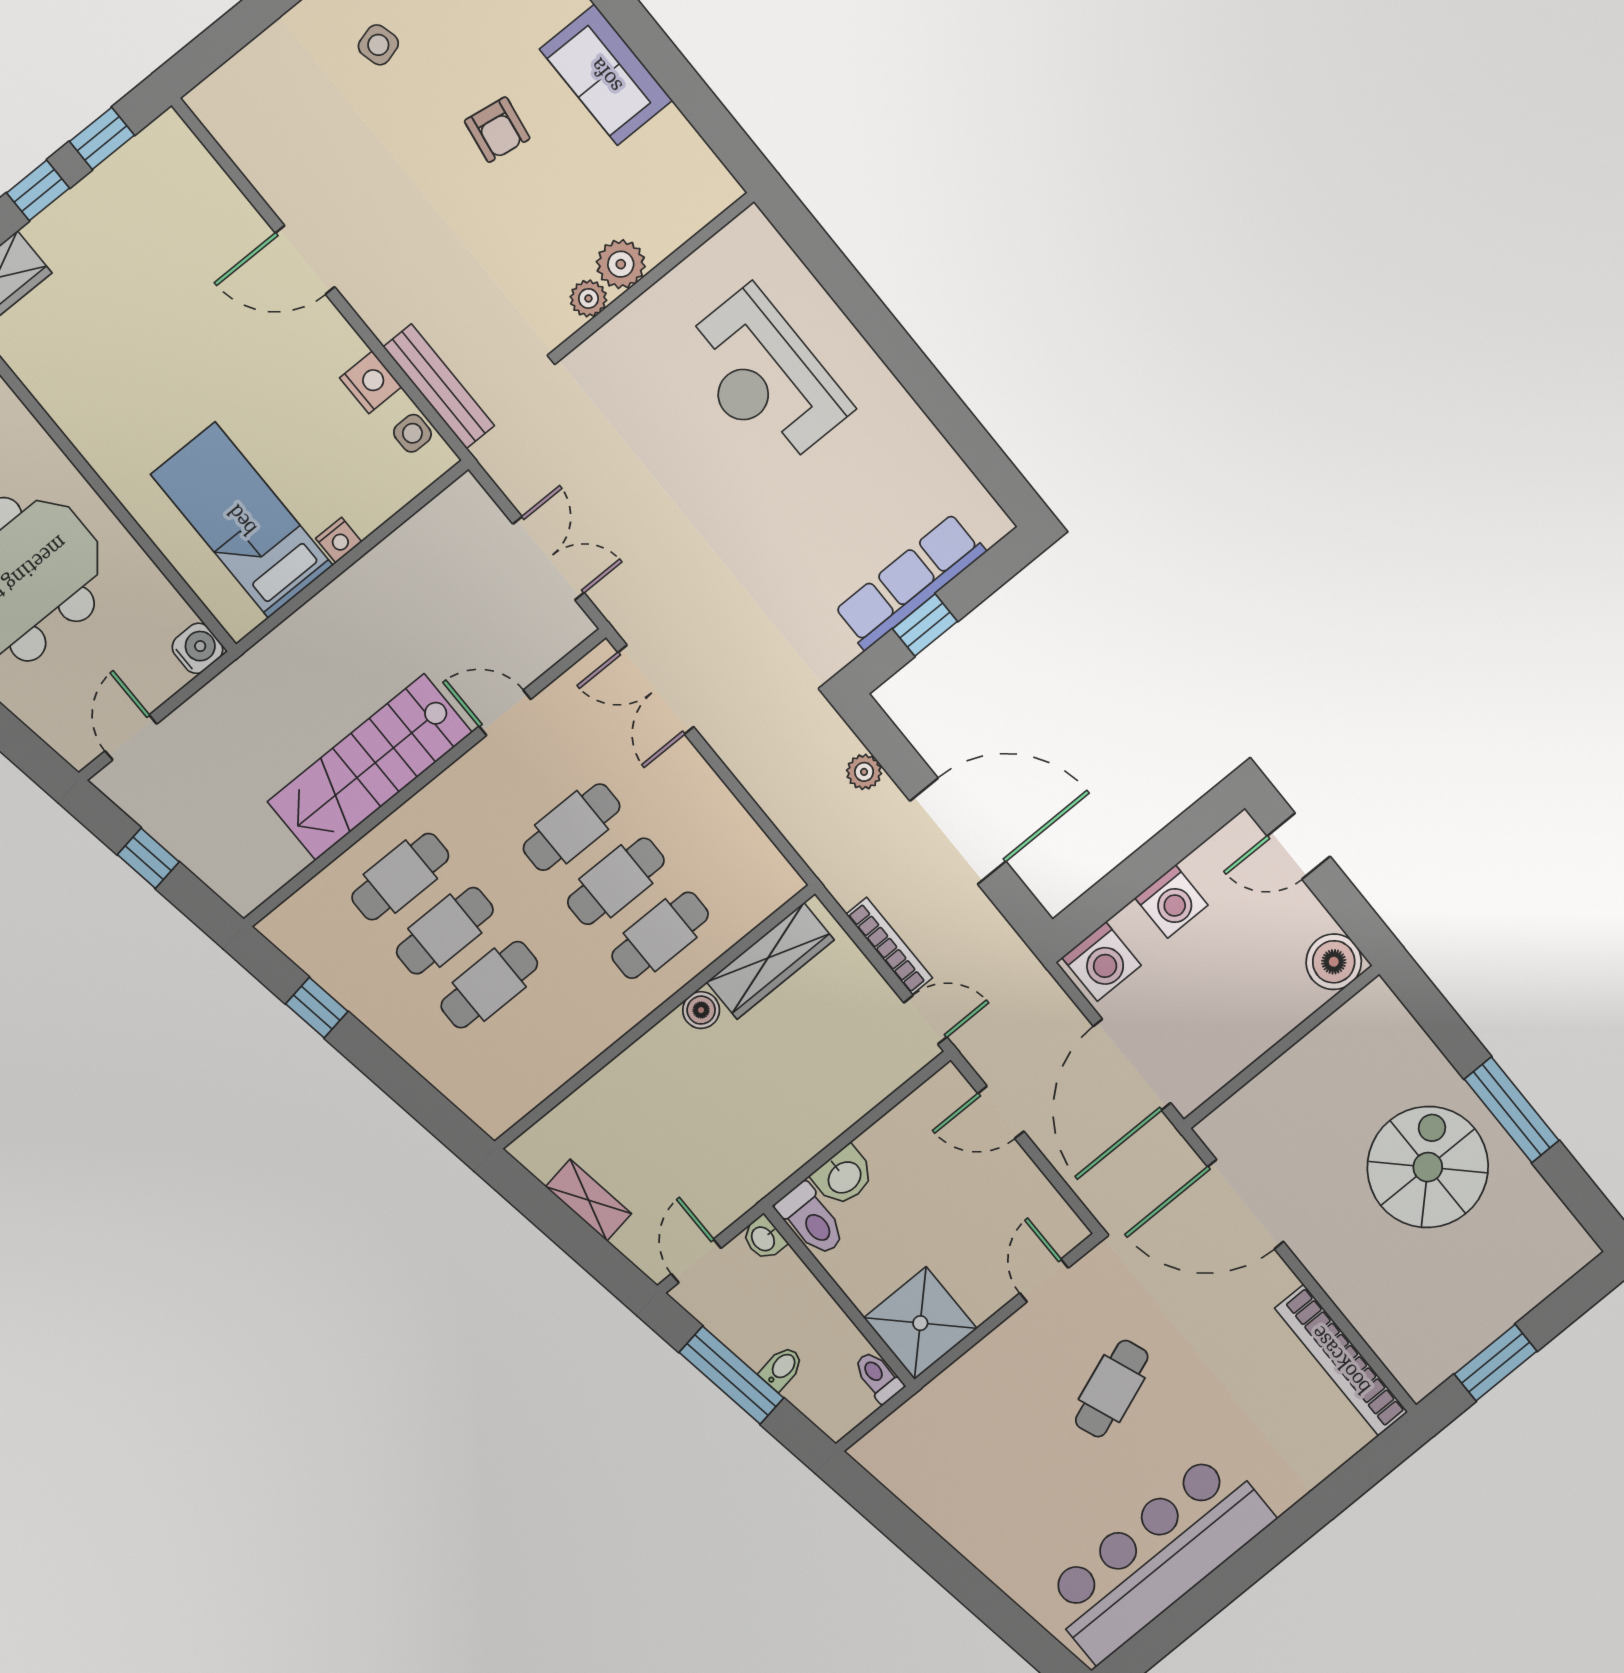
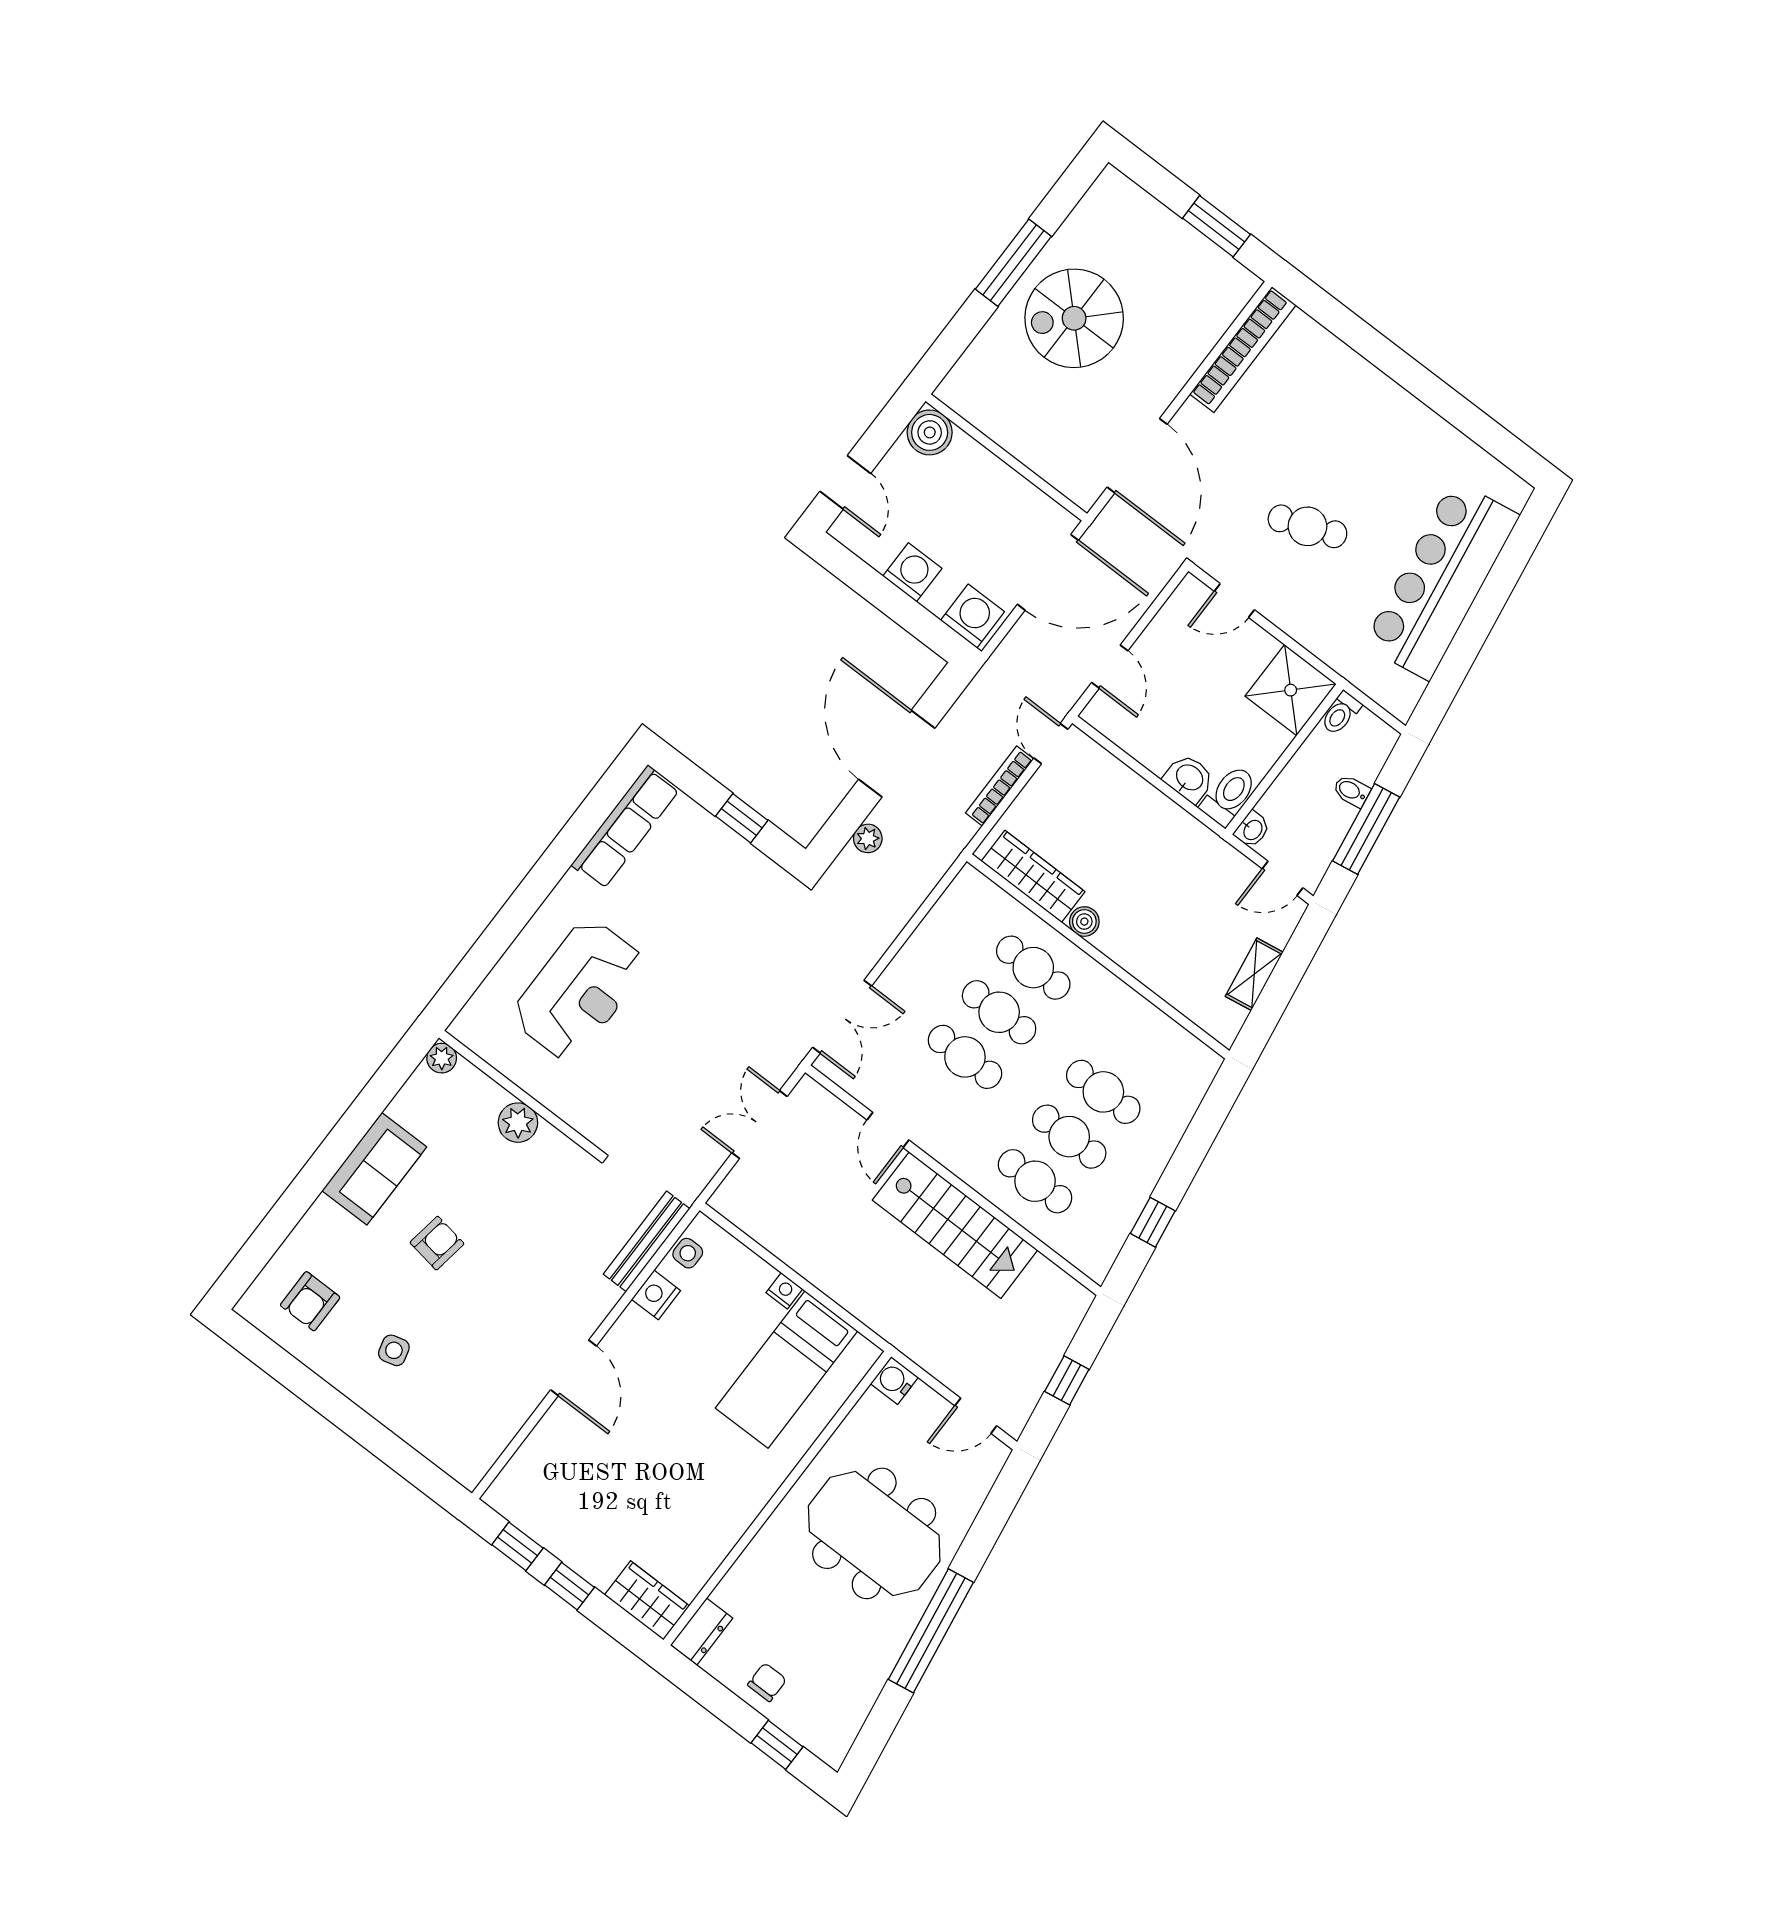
plant: (588, 298) -> (442, 1058), moved
row of seats: (910, 582) -> (625, 827), moved, turned -90
bar counter: (1157, 1556) -> (1441, 580), moved, turned 81

